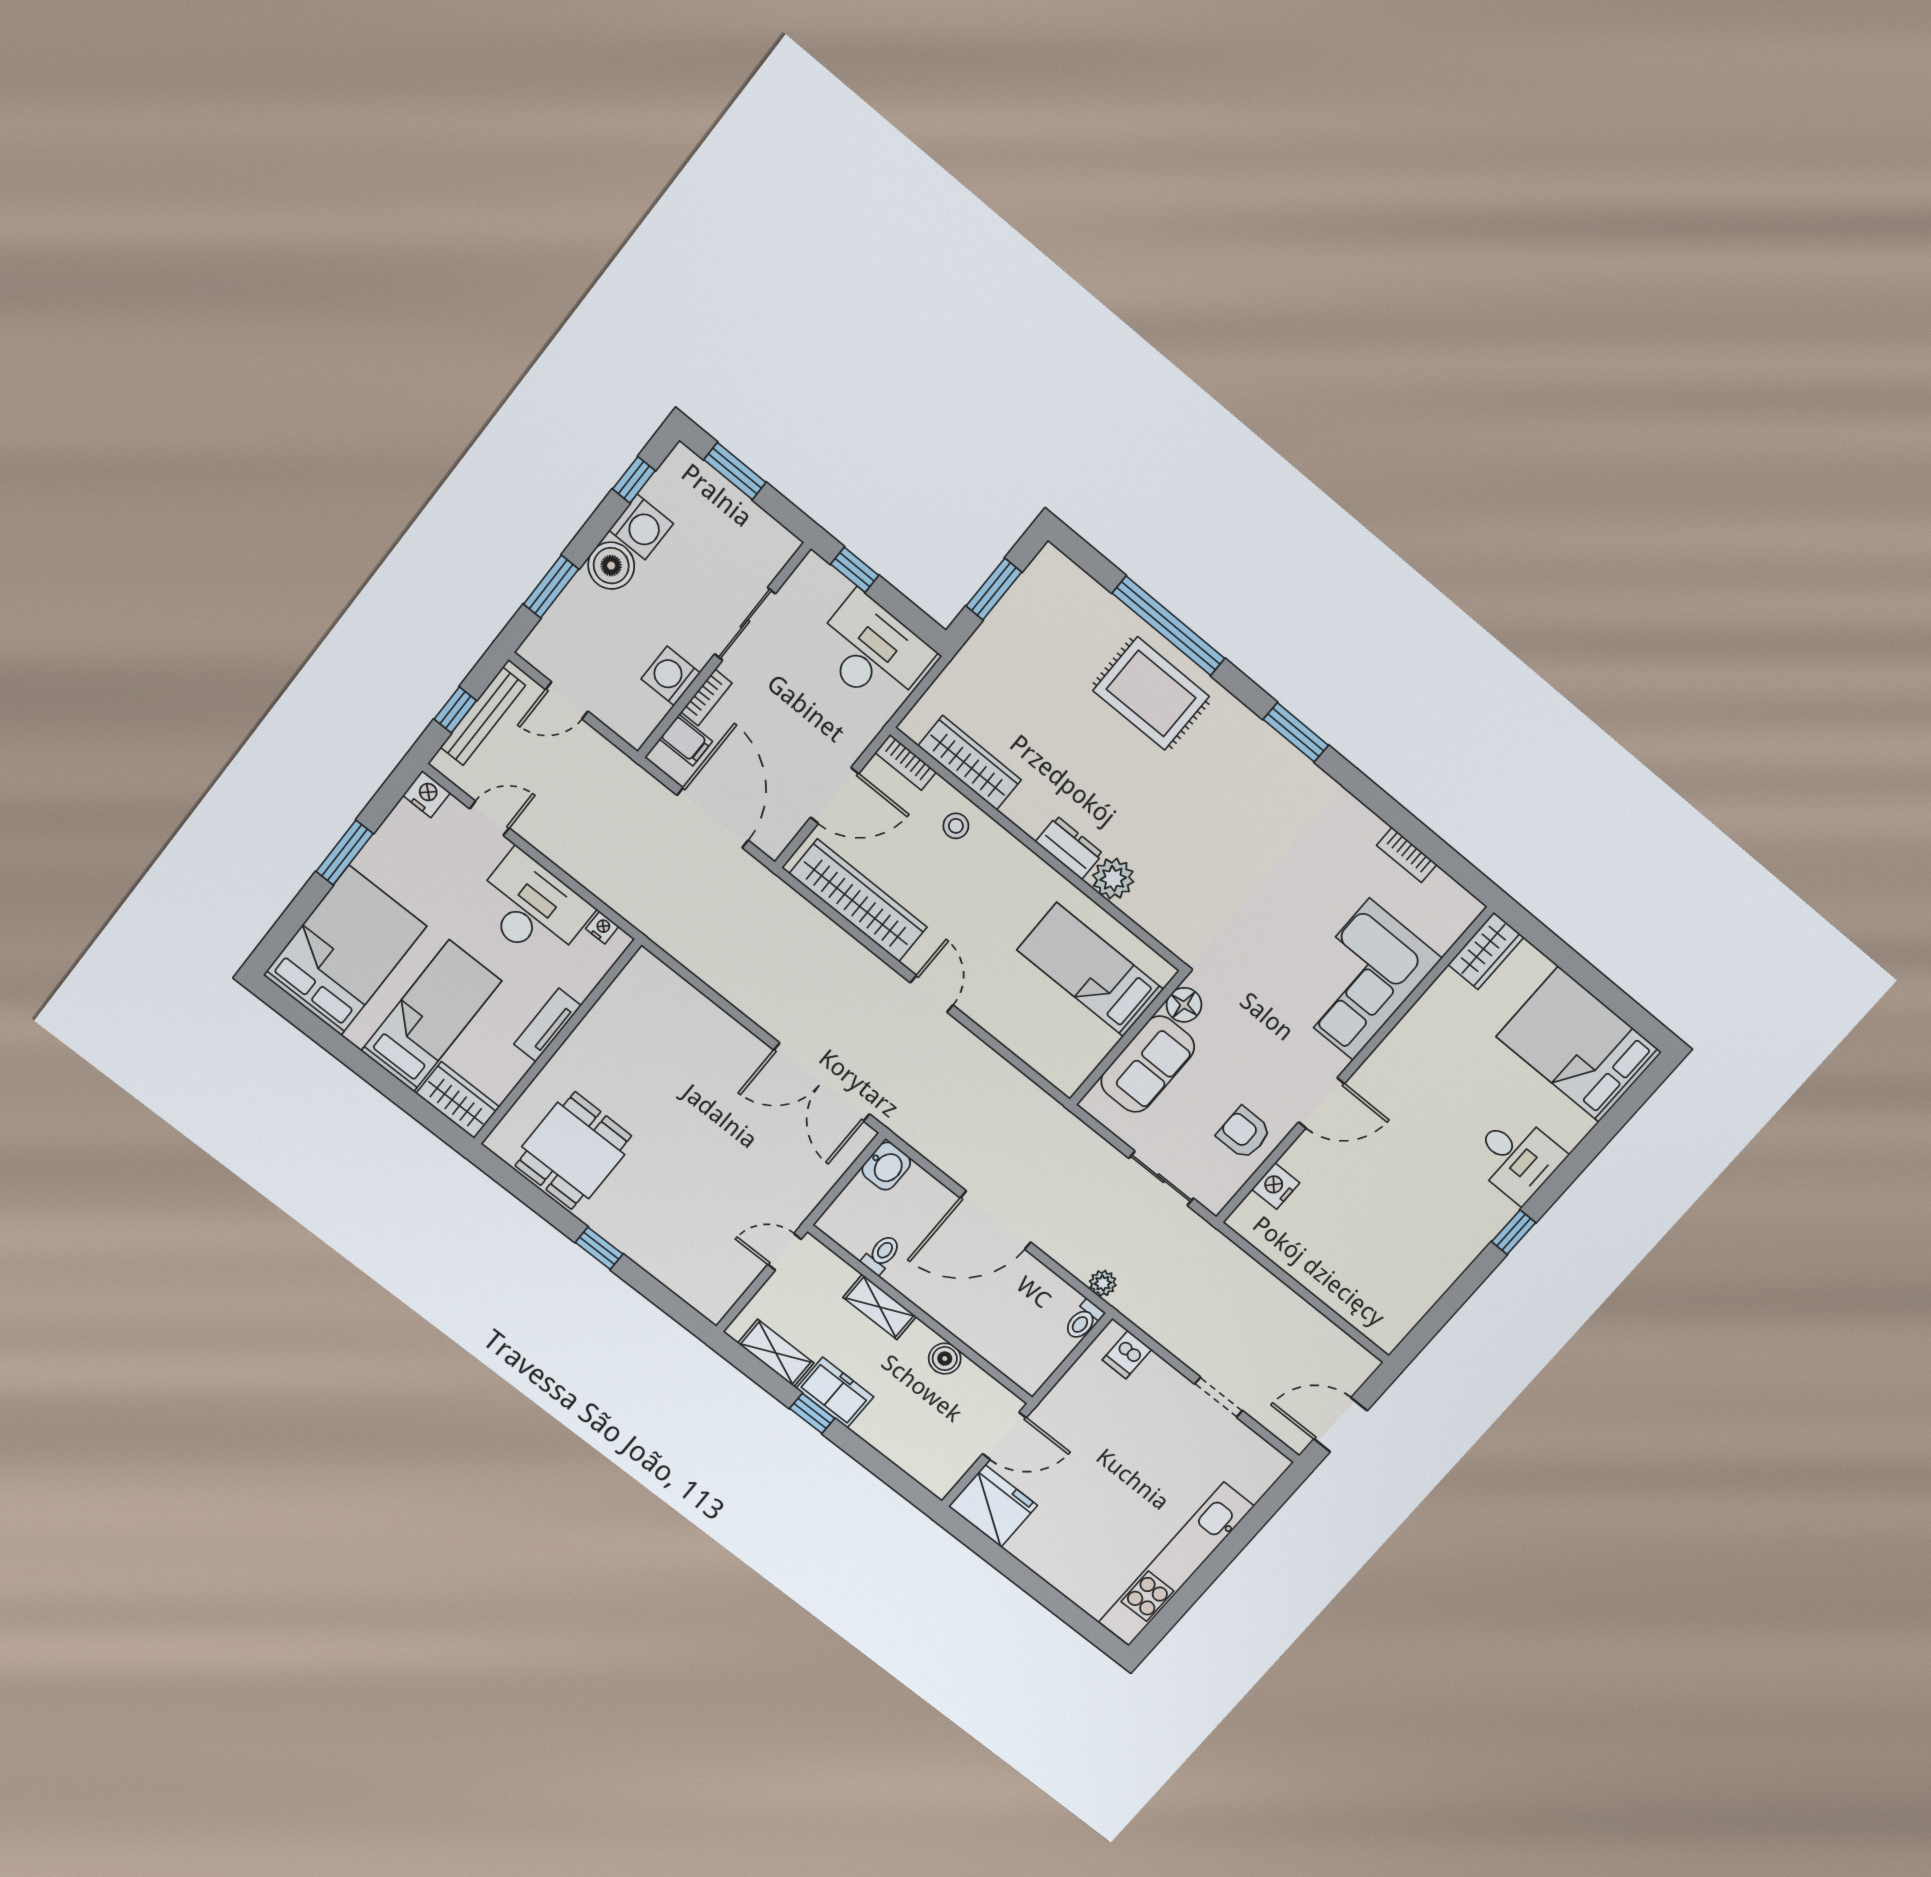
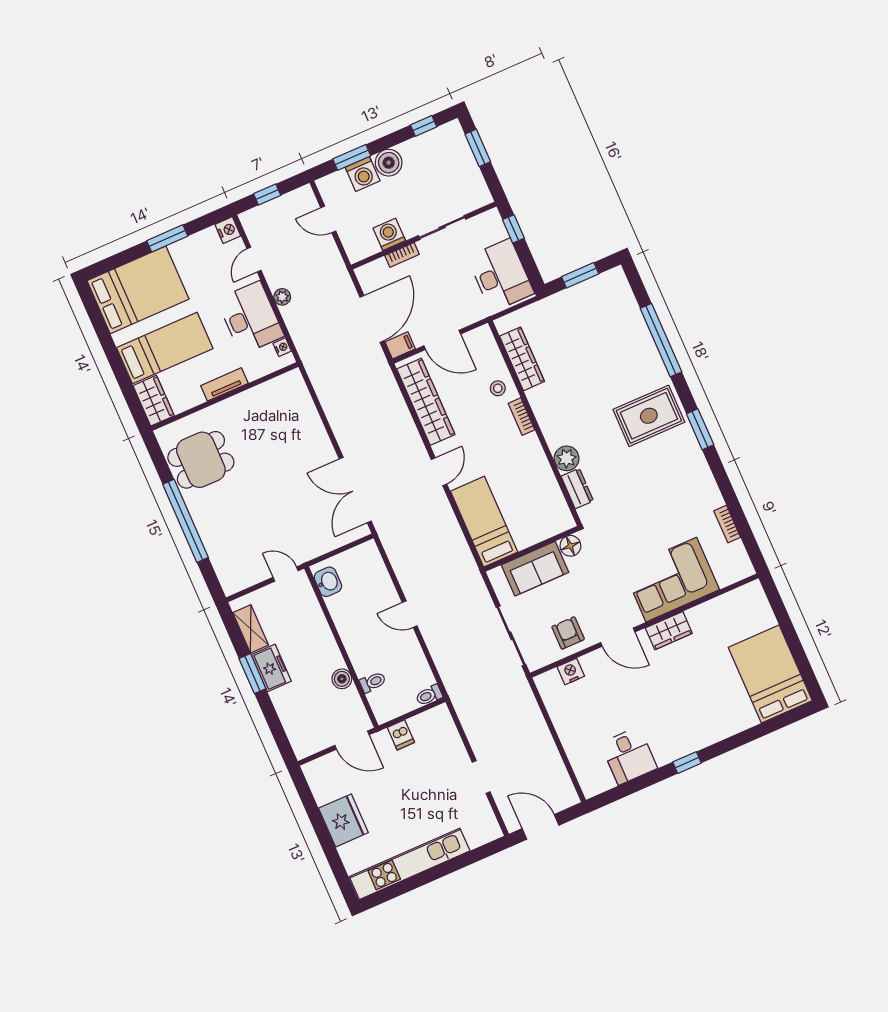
washing machine: (641, 527) -> (363, 174), moved
rug: (1151, 693) -> (649, 416), moved, turned 90
bench: (483, 716) -> (280, 205), removed
filing cabinet: (686, 740) -> (400, 345), moved, turned -90
bookcase: (906, 762) -> (522, 417), moved
door: (489, 818) -> (254, 259), swing flipped
dresser: (1069, 848) -> (577, 489), moved
wardrobe: (1486, 951) -> (669, 631), moved
bed: (1090, 970) -> (484, 522), moved
desk: (1517, 1158) -> (629, 756), moved
washbasin: (886, 1166) -> (328, 582), moved, turned -90
sliding door: (1161, 1178) -> (511, 636), width x1.37
door: (996, 1220) -> (410, 614), width x0.53
window: (599, 1248) -> (185, 521), width x3.17
toilet: (881, 1254) -> (373, 682), moved
plant: (1103, 1283) -> (282, 297), moved
shelving: (880, 1307) -> (321, 631), removed
dishwasher: (1127, 1355) -> (401, 735), moved, turned -90
window: (812, 1413) -> (252, 674), width x1.50
fridge: (993, 1506) -> (343, 820), moved

